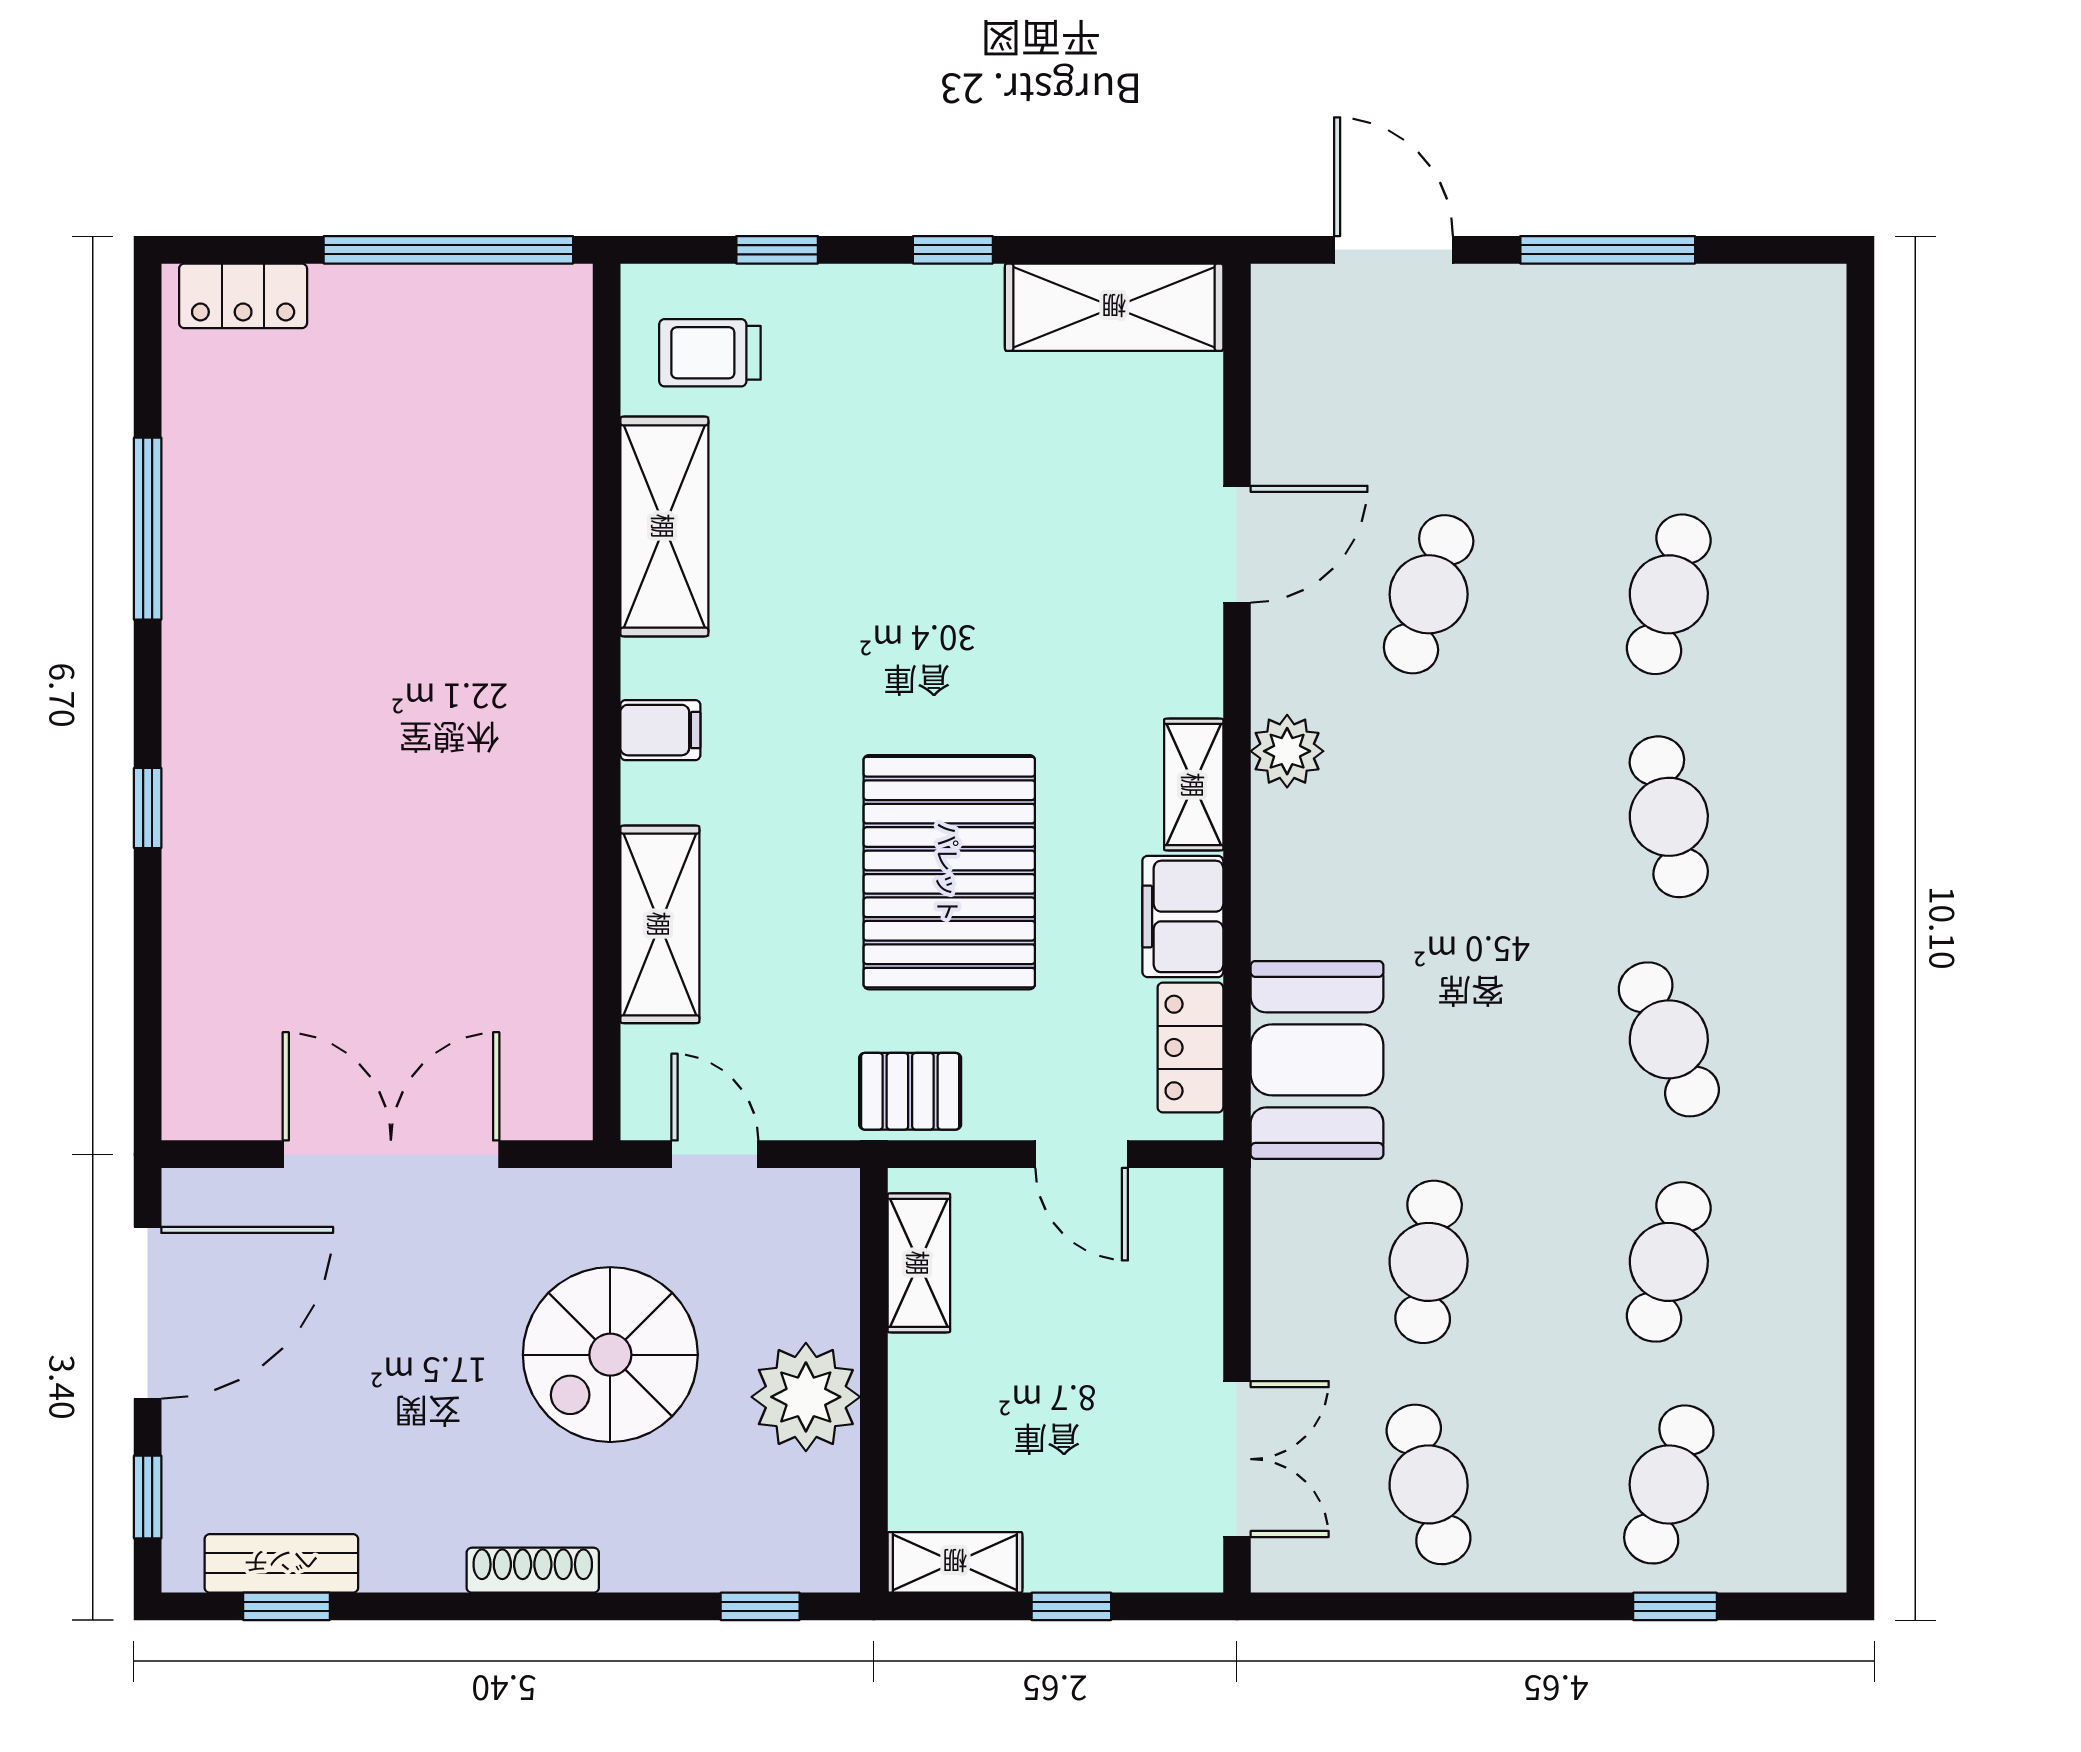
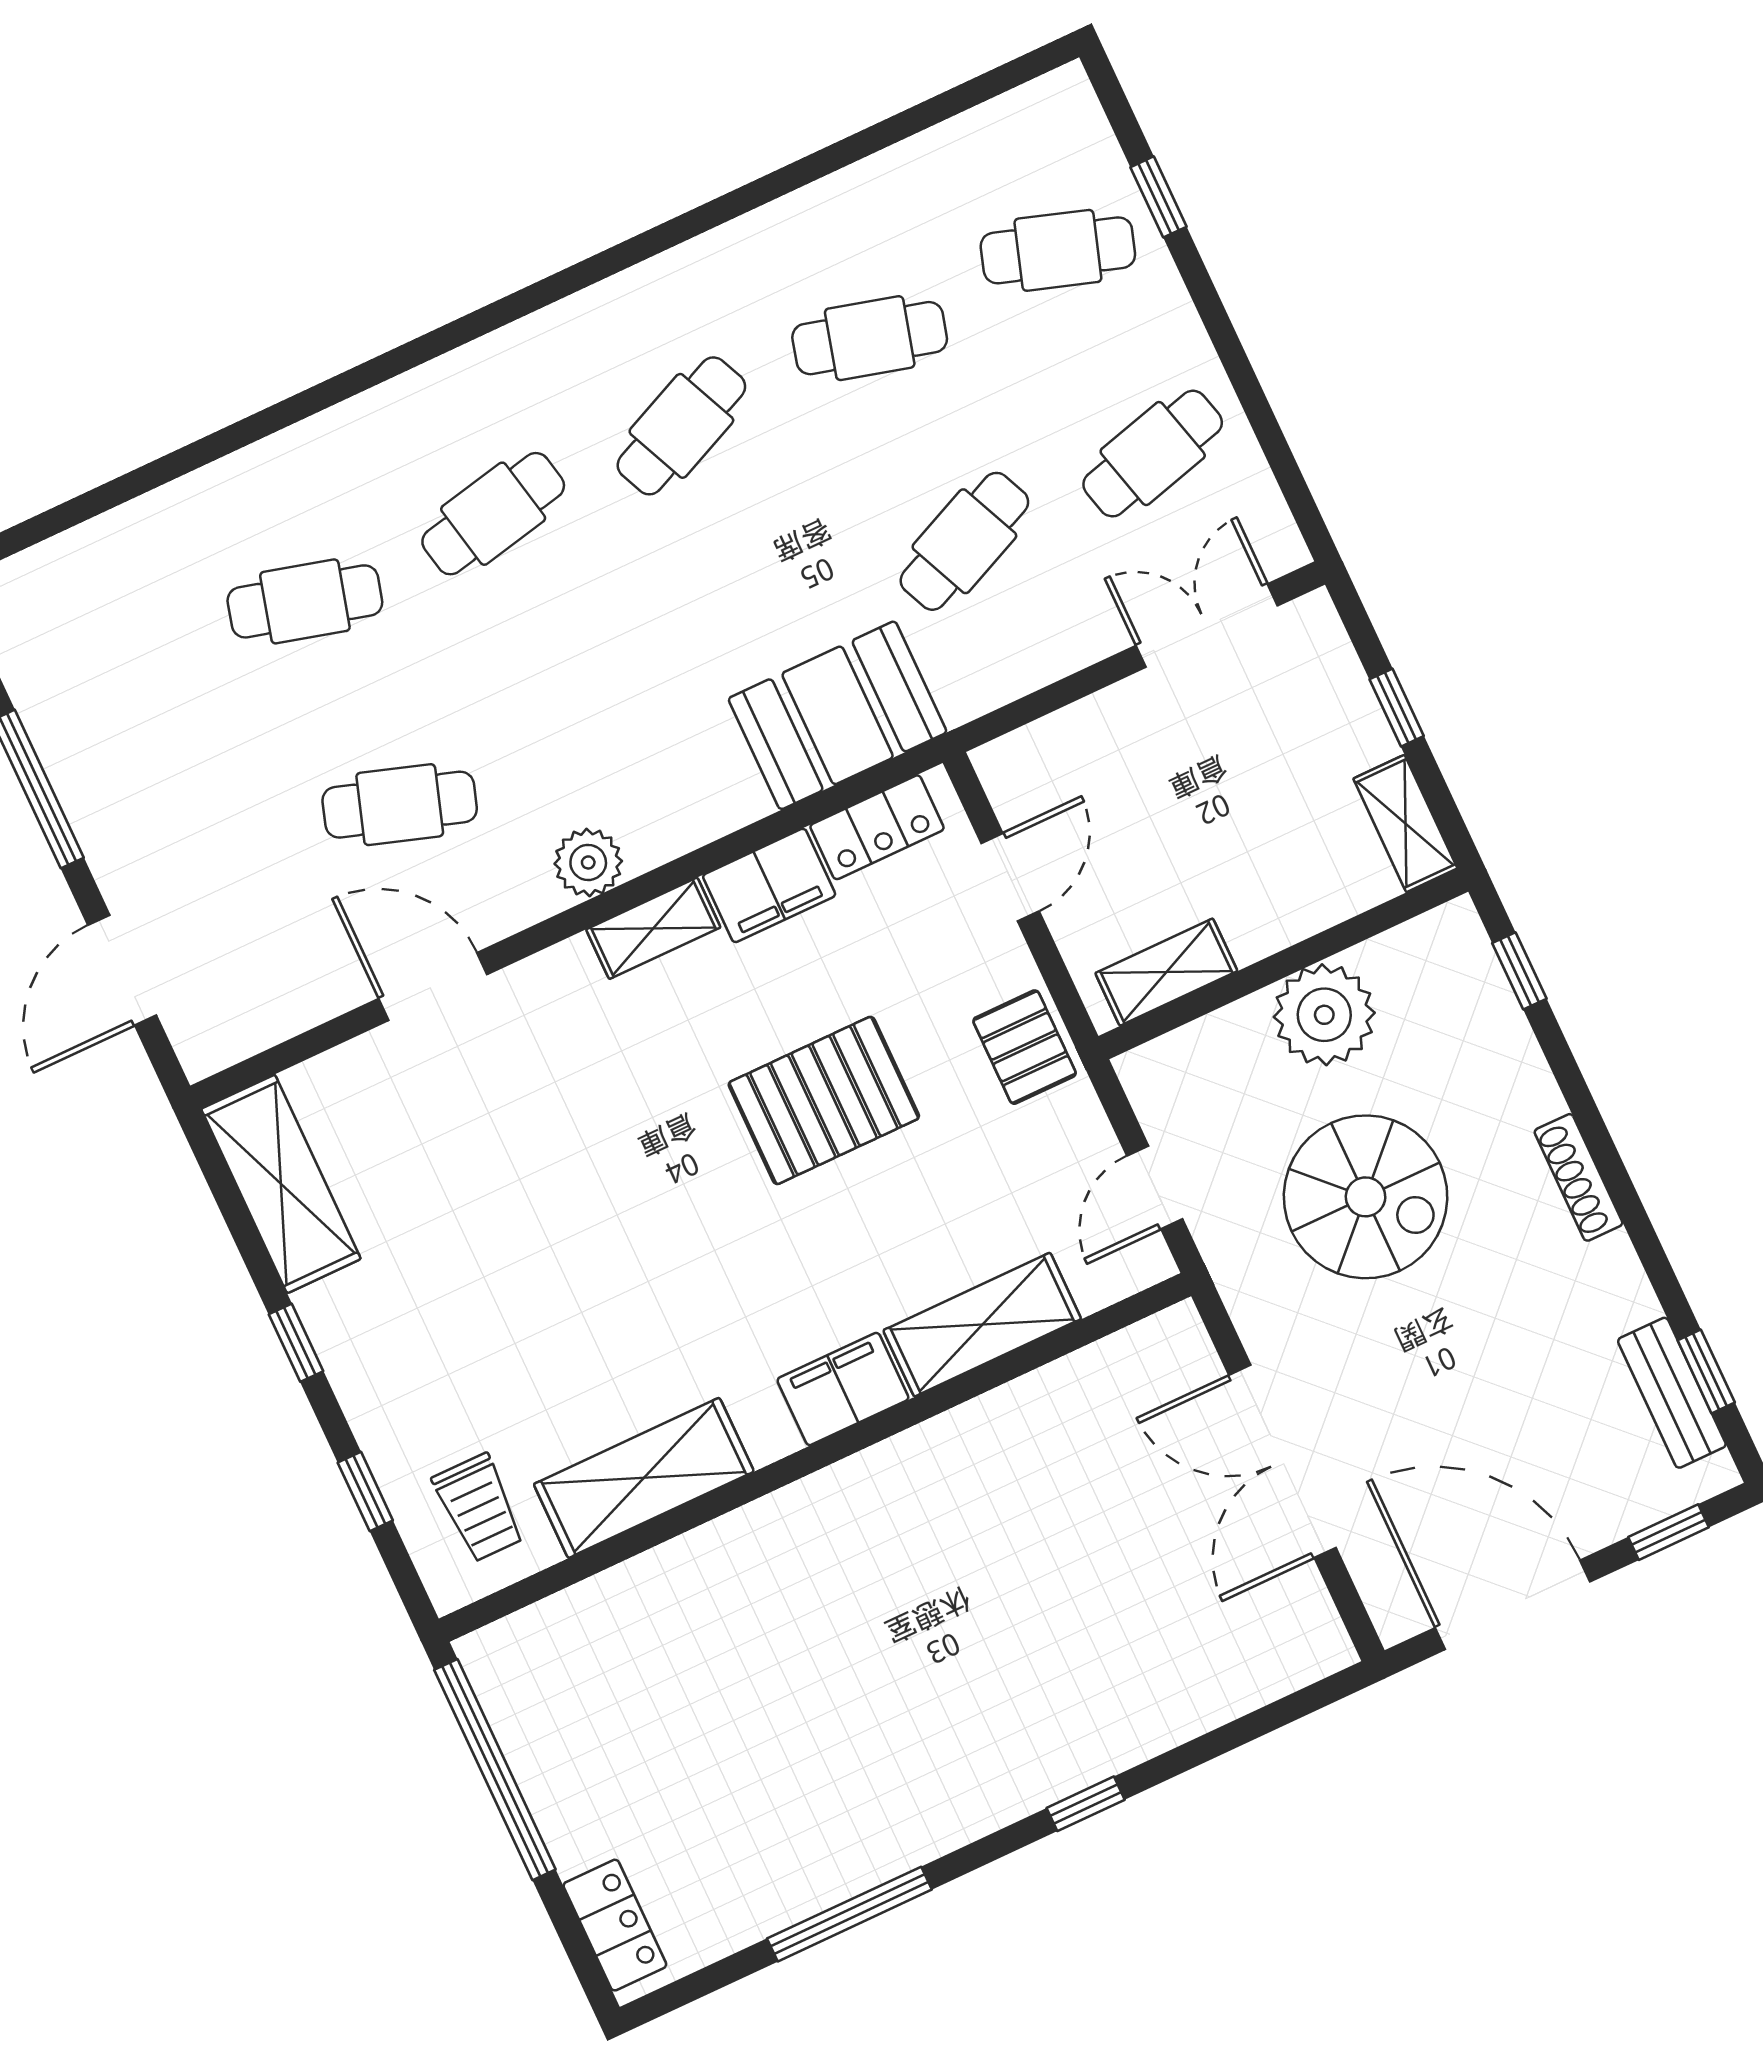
filing cabinet: (660, 730) -> (843, 1389), width x2.00
pallet: (949, 872) -> (824, 1100), width x0.73, depth x0.71
cafe table: (1429, 1262) -> (964, 541), turned -30

